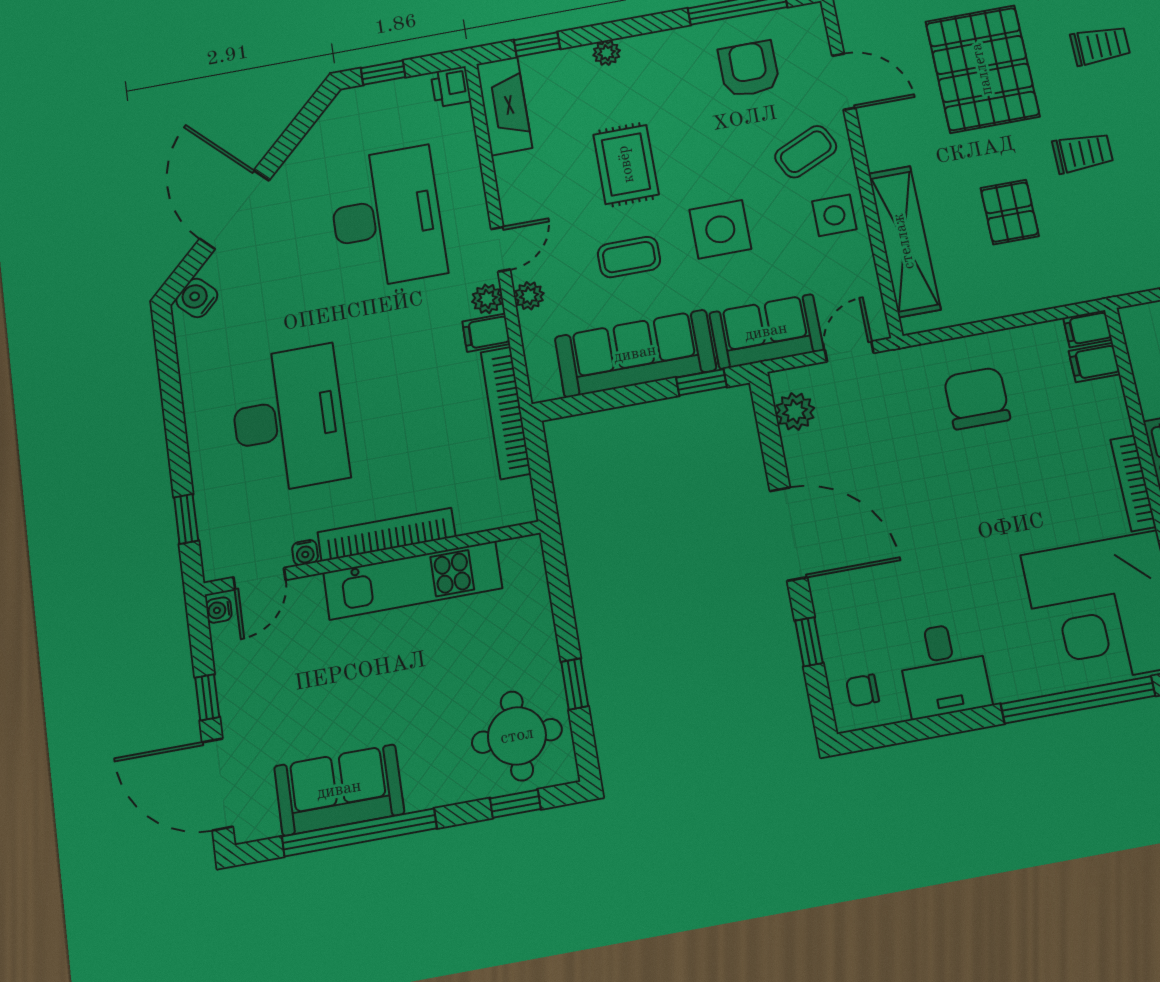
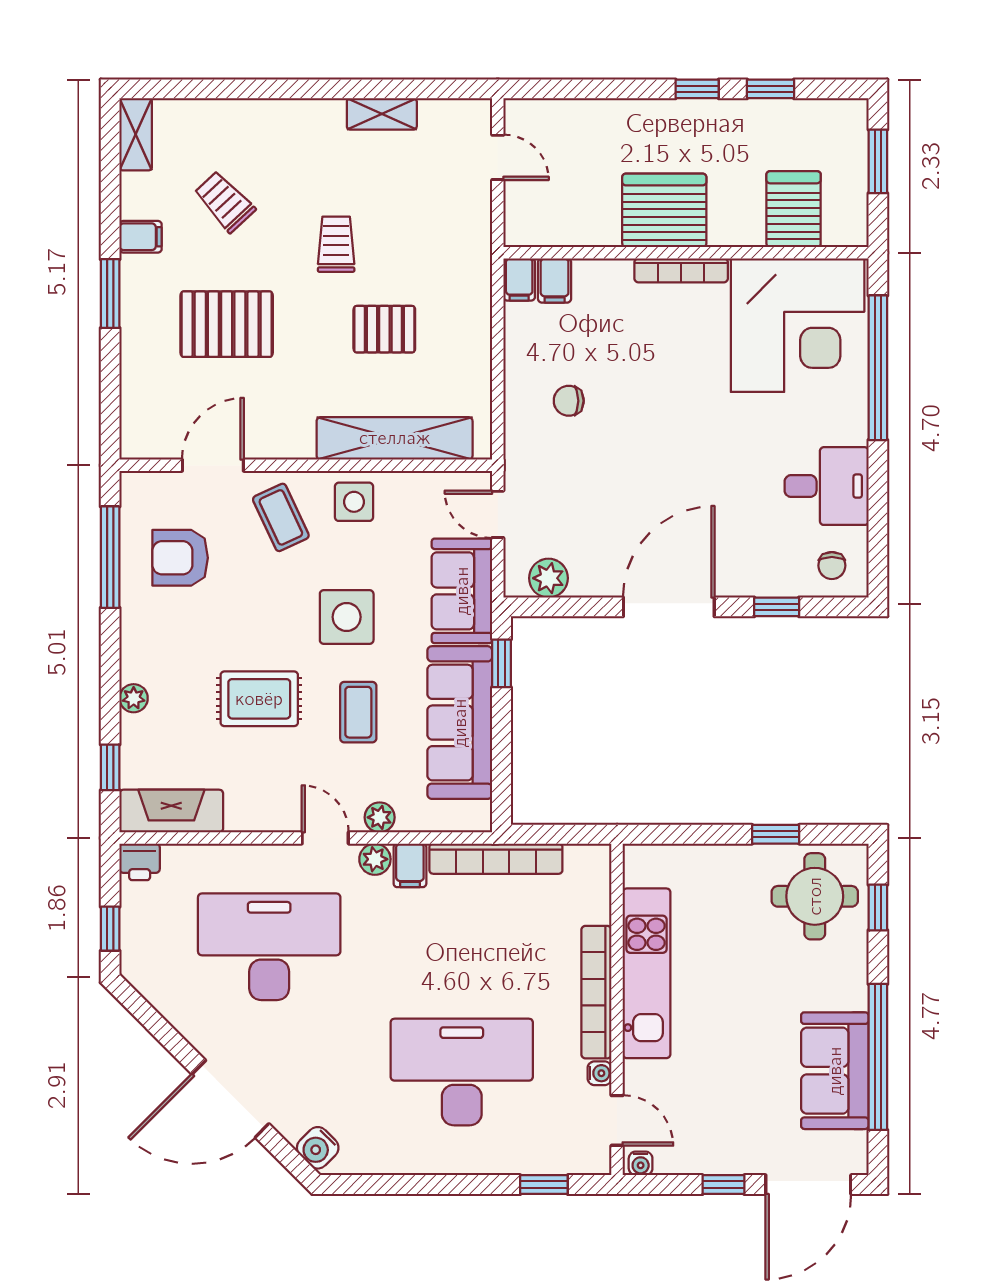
trolley: (1100, 45) -> (225, 202), turned -43
pallet: (982, 69) -> (227, 324), width x0.73, depth x0.71
chair: (977, 398) -> (569, 401), width x0.54, depth x0.54

